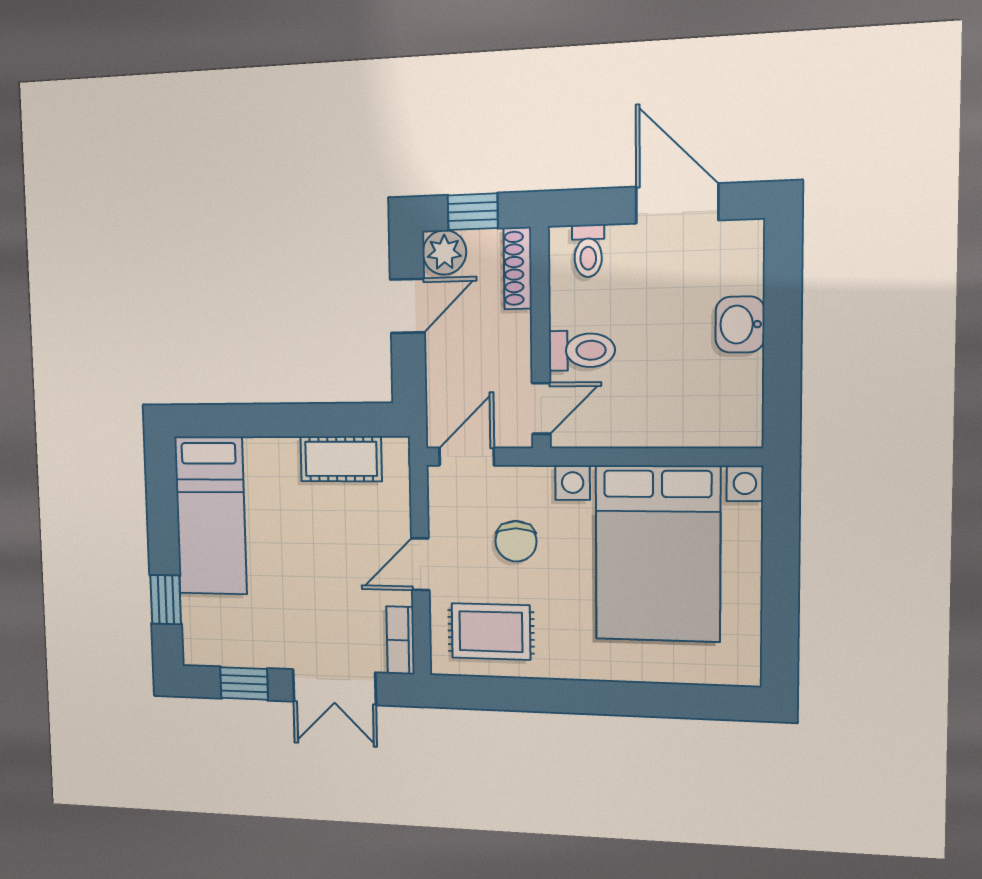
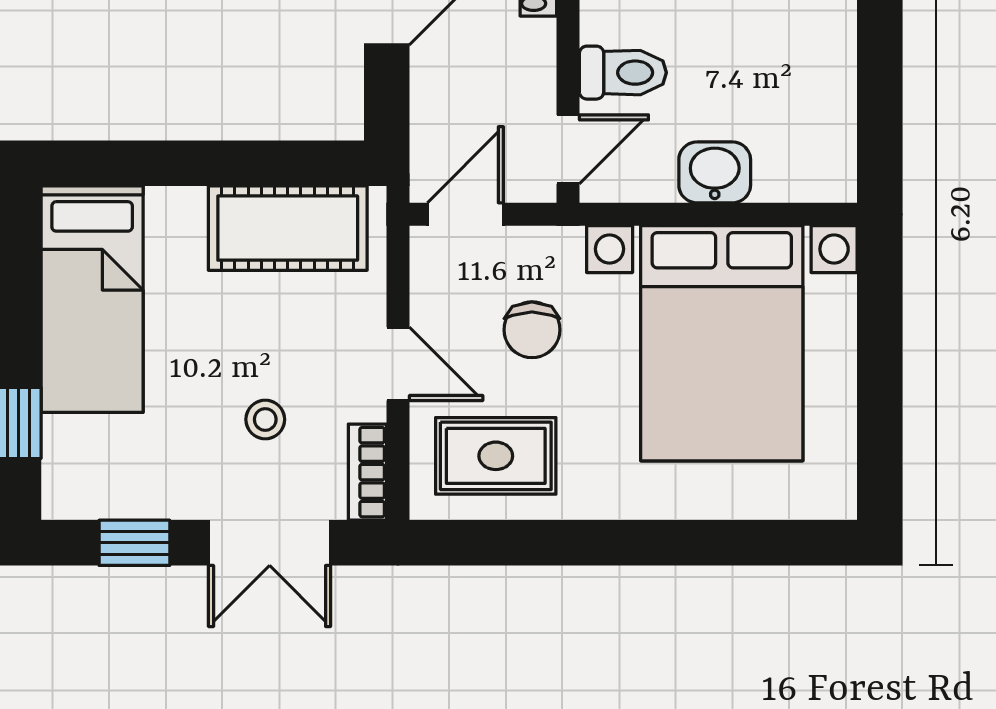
washbasin: (740, 324) -> (715, 172), moved, turned 90
cot: (341, 459) -> (288, 228), width x1.37, depth x1.34
door: (420, 564) -> (398, 364), swing flipped
stool: (329, 601) -> (265, 419), added

